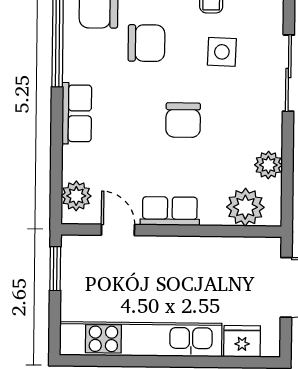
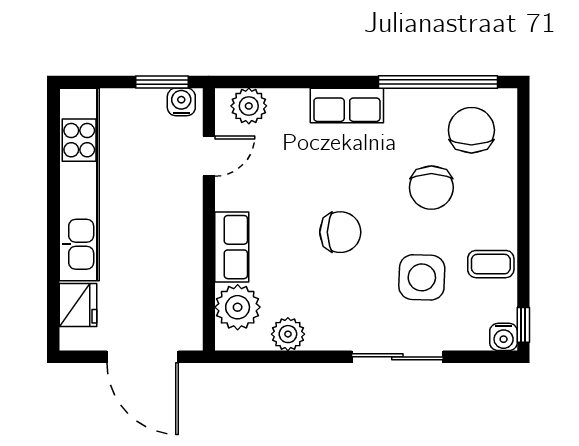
side table: (222, 52) -> (422, 277), width x1.37, depth x1.37
chair: (183, 120) -> (340, 232), turned 180
row of seats: (170, 211) -> (232, 247), moved
water cooler: (72, 253) -> (181, 102), added

